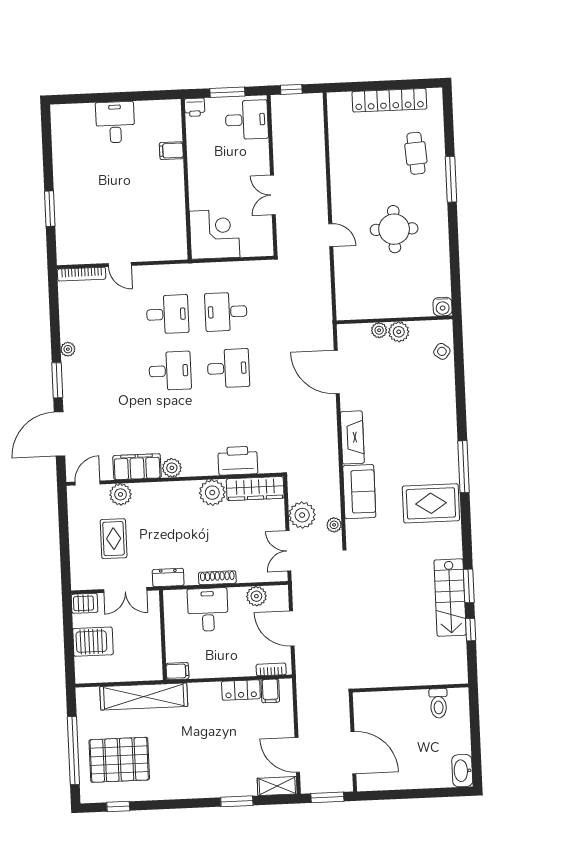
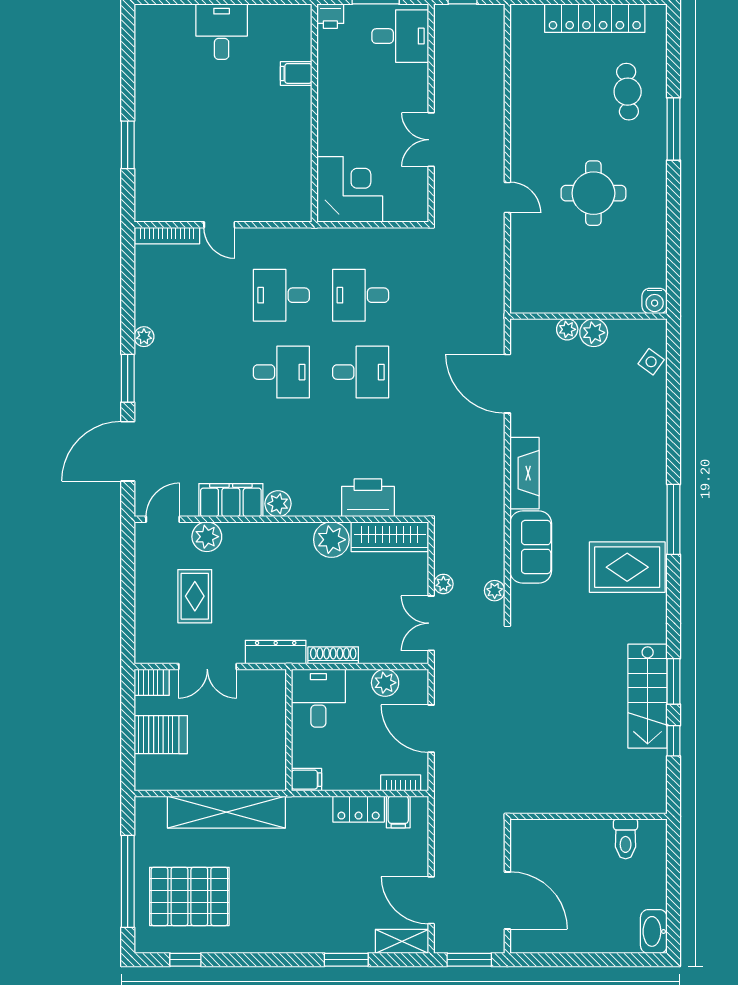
desk: (168, 314) -> (281, 295), turned 180
plant: (302, 515) -> (443, 584), width x0.53, depth x0.53
dresser: (168, 577) -> (276, 652), width x1.44
wall: (163, 635) -> (289, 730), moved
filing cabinet: (177, 671) -> (307, 780), moved

